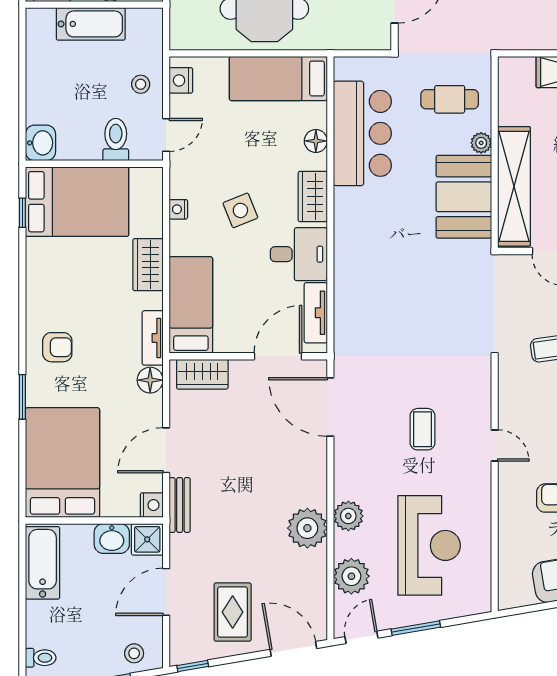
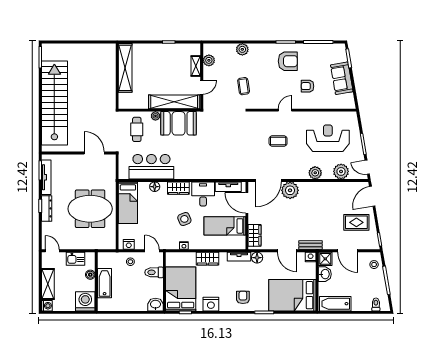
nightstand: (42, 272) -> (211, 304), added
bed: (191, 305) -> (225, 226), moved
plant: (307, 528) -> (290, 190), moved

